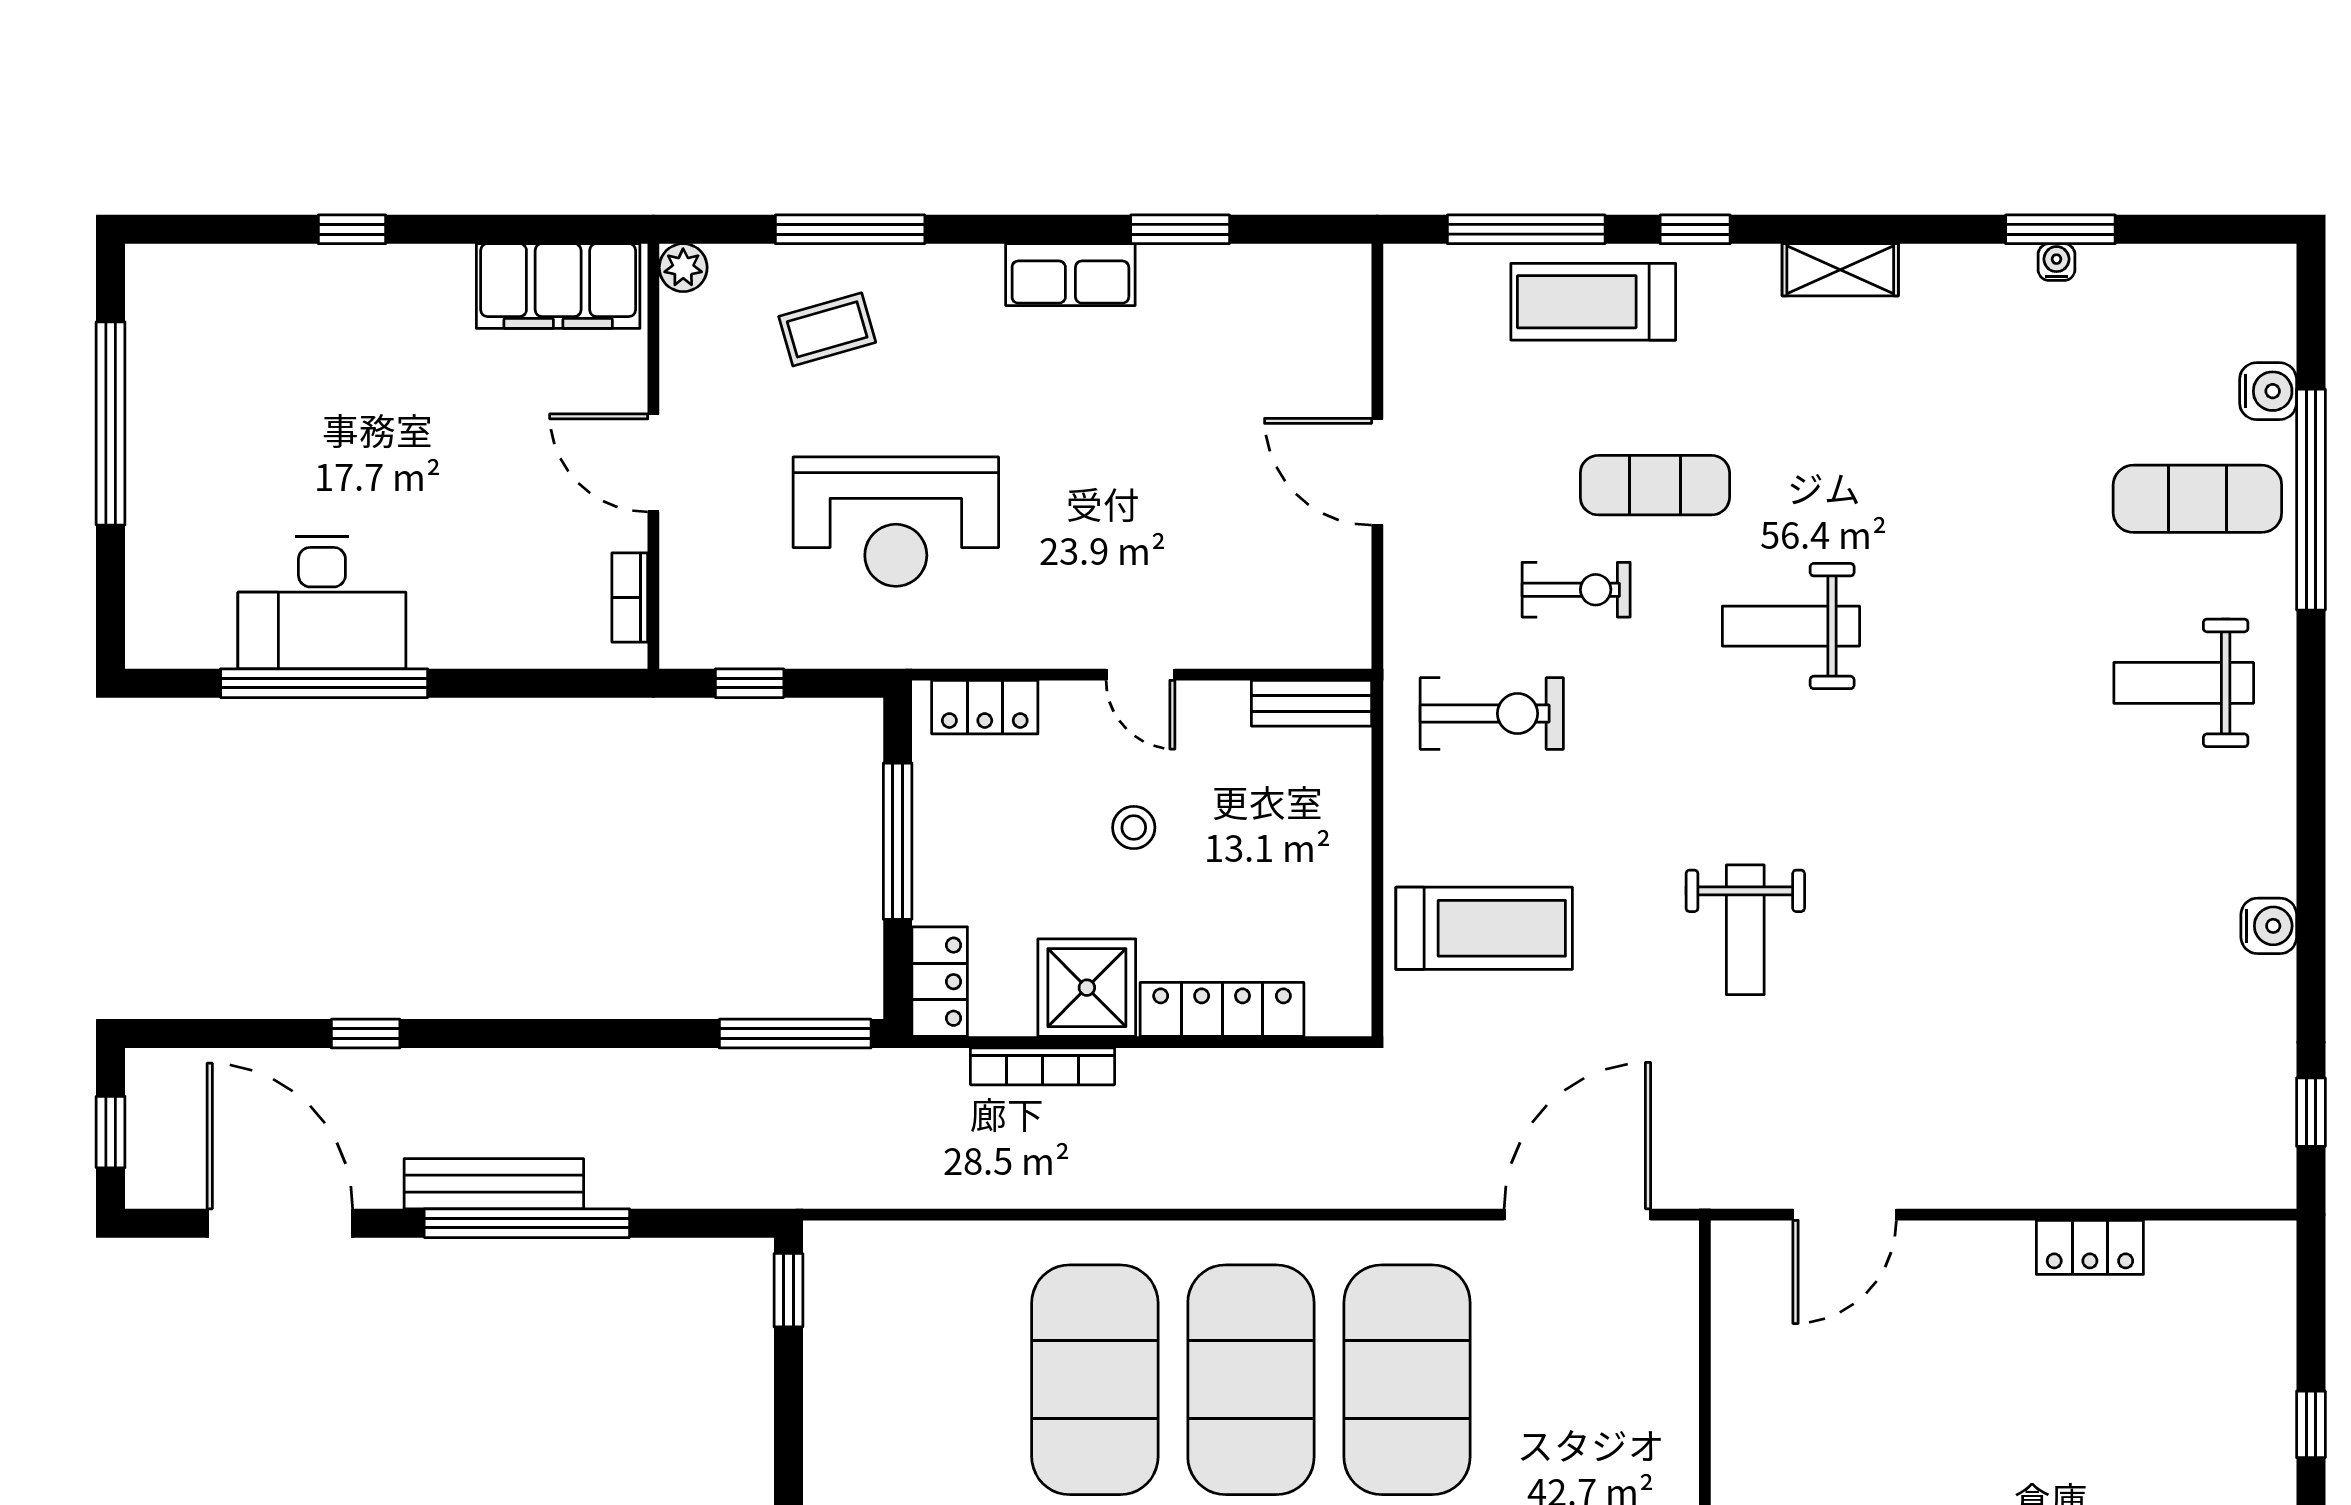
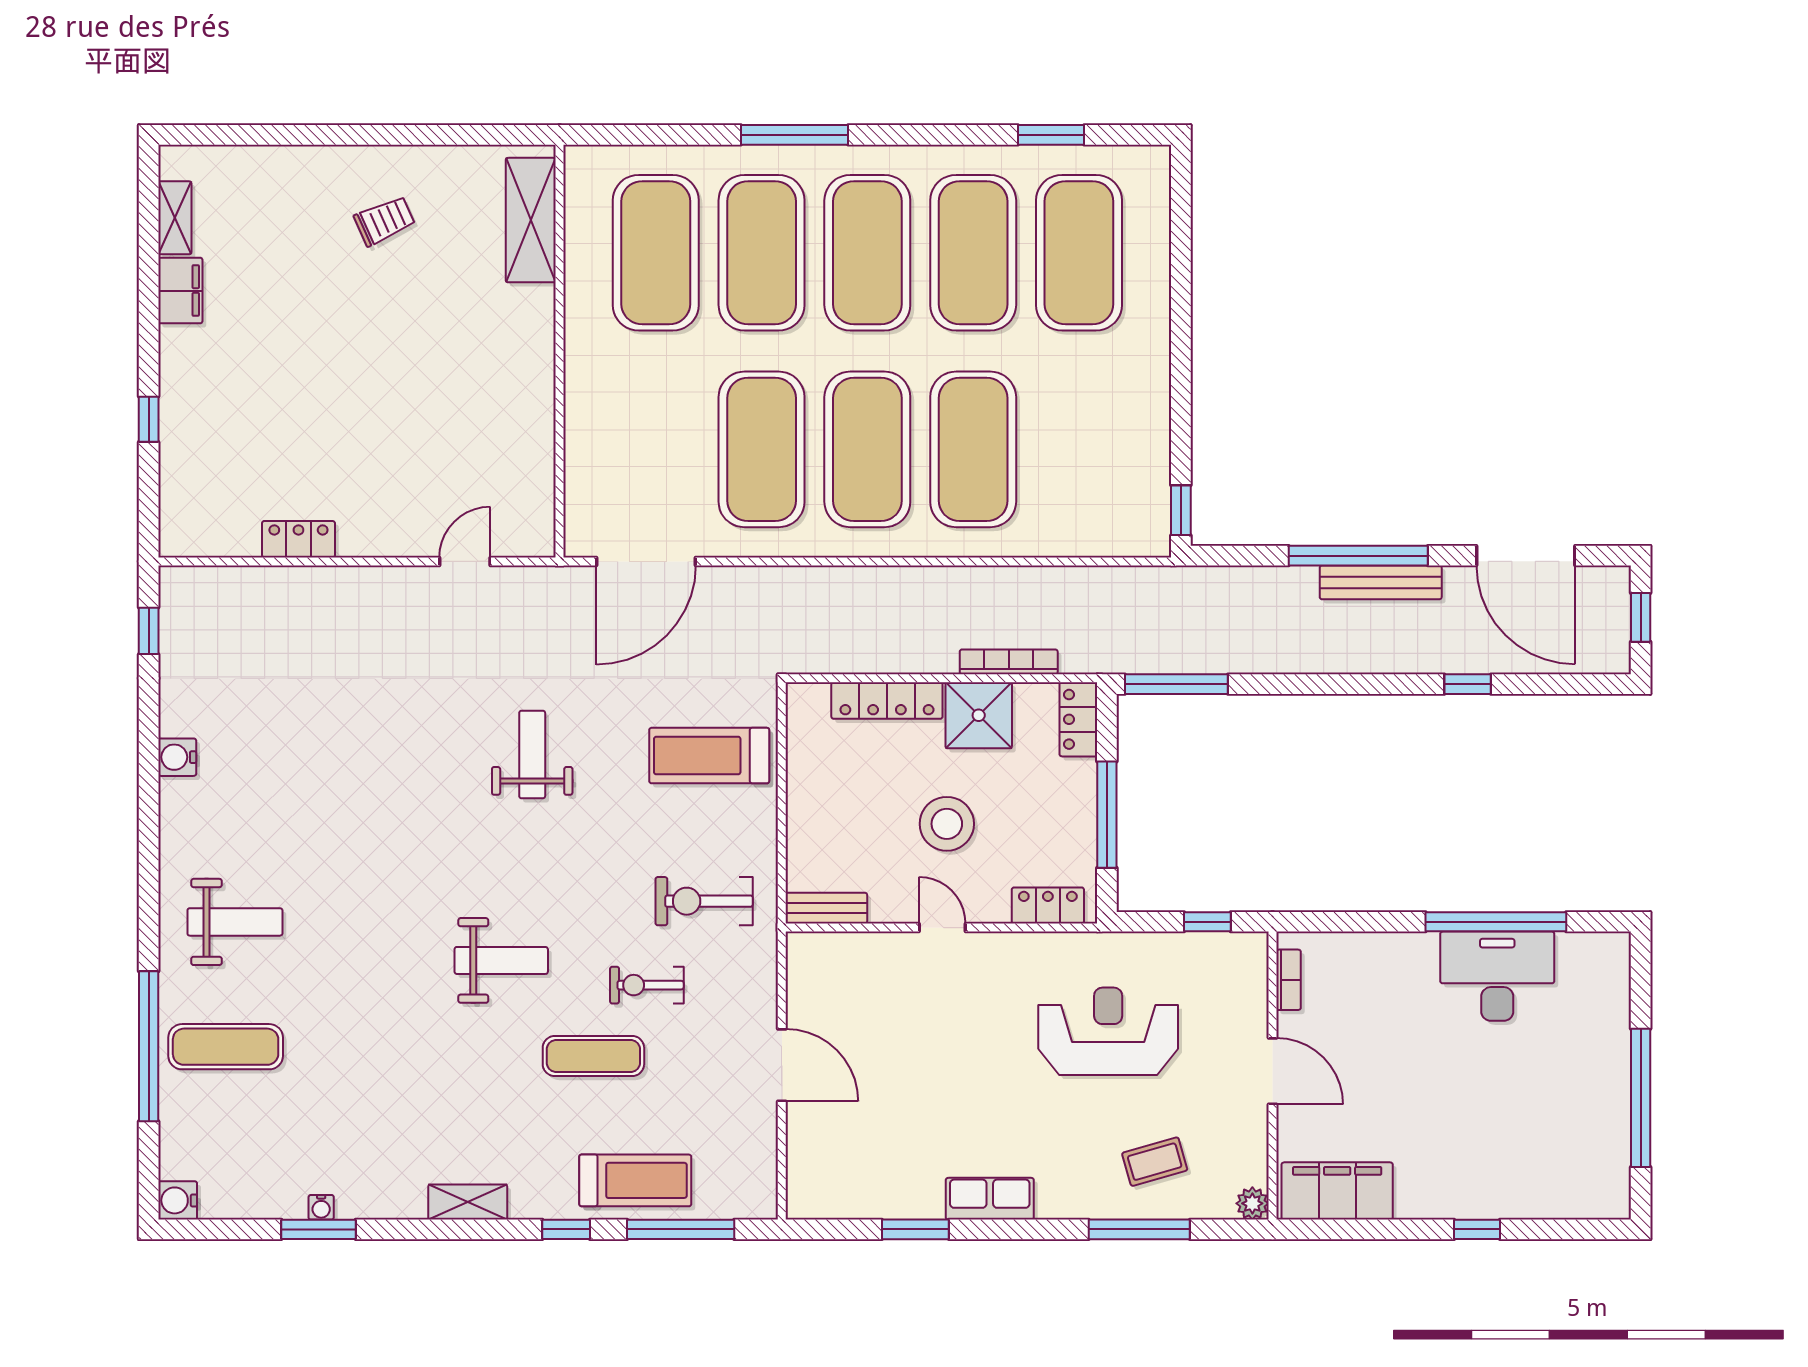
water cooler: (2268, 391) -> (178, 1200), moved
stool: (1134, 828) -> (947, 824), width x1.89, depth x1.89
door: (1845, 1215) -> (465, 561), width x0.73

